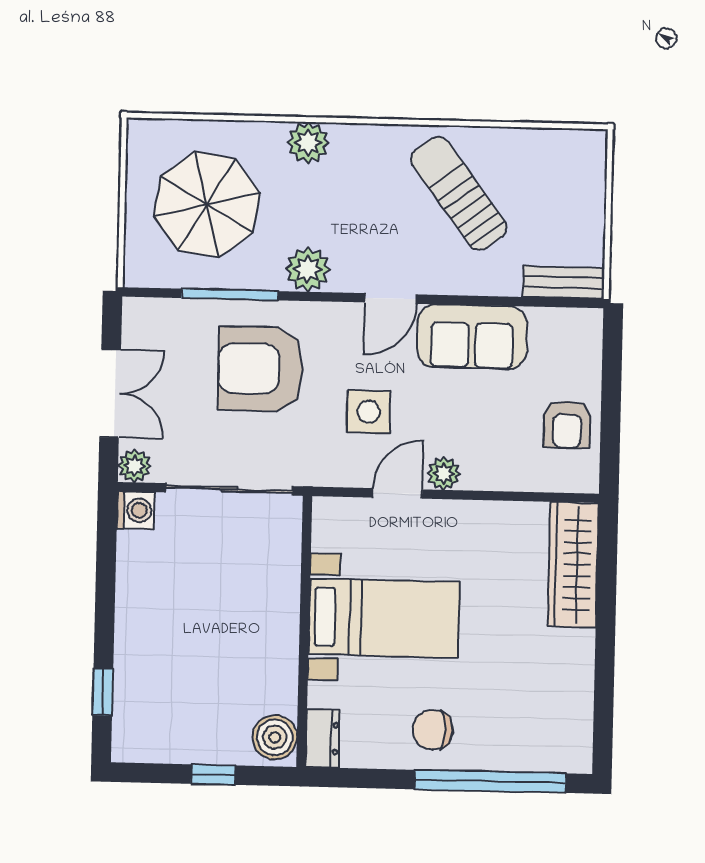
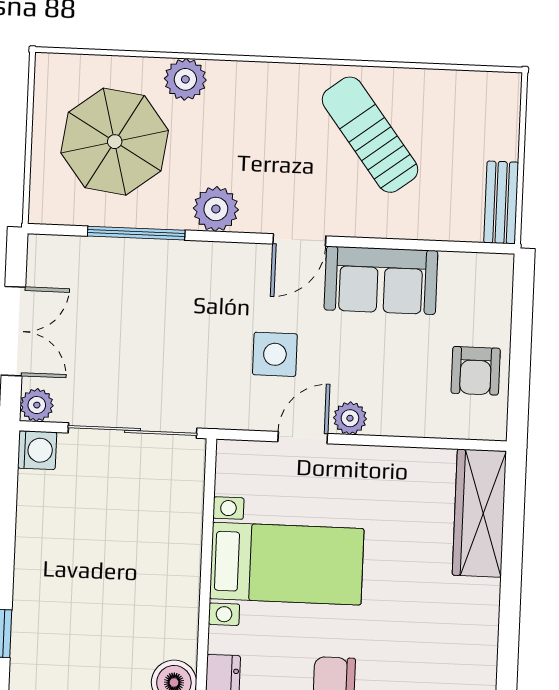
plant: (308, 143) -> (185, 79), moved
bench: (564, 282) -> (501, 203), moved, turned 90
armchair: (261, 369) -> (166, 309), removed

